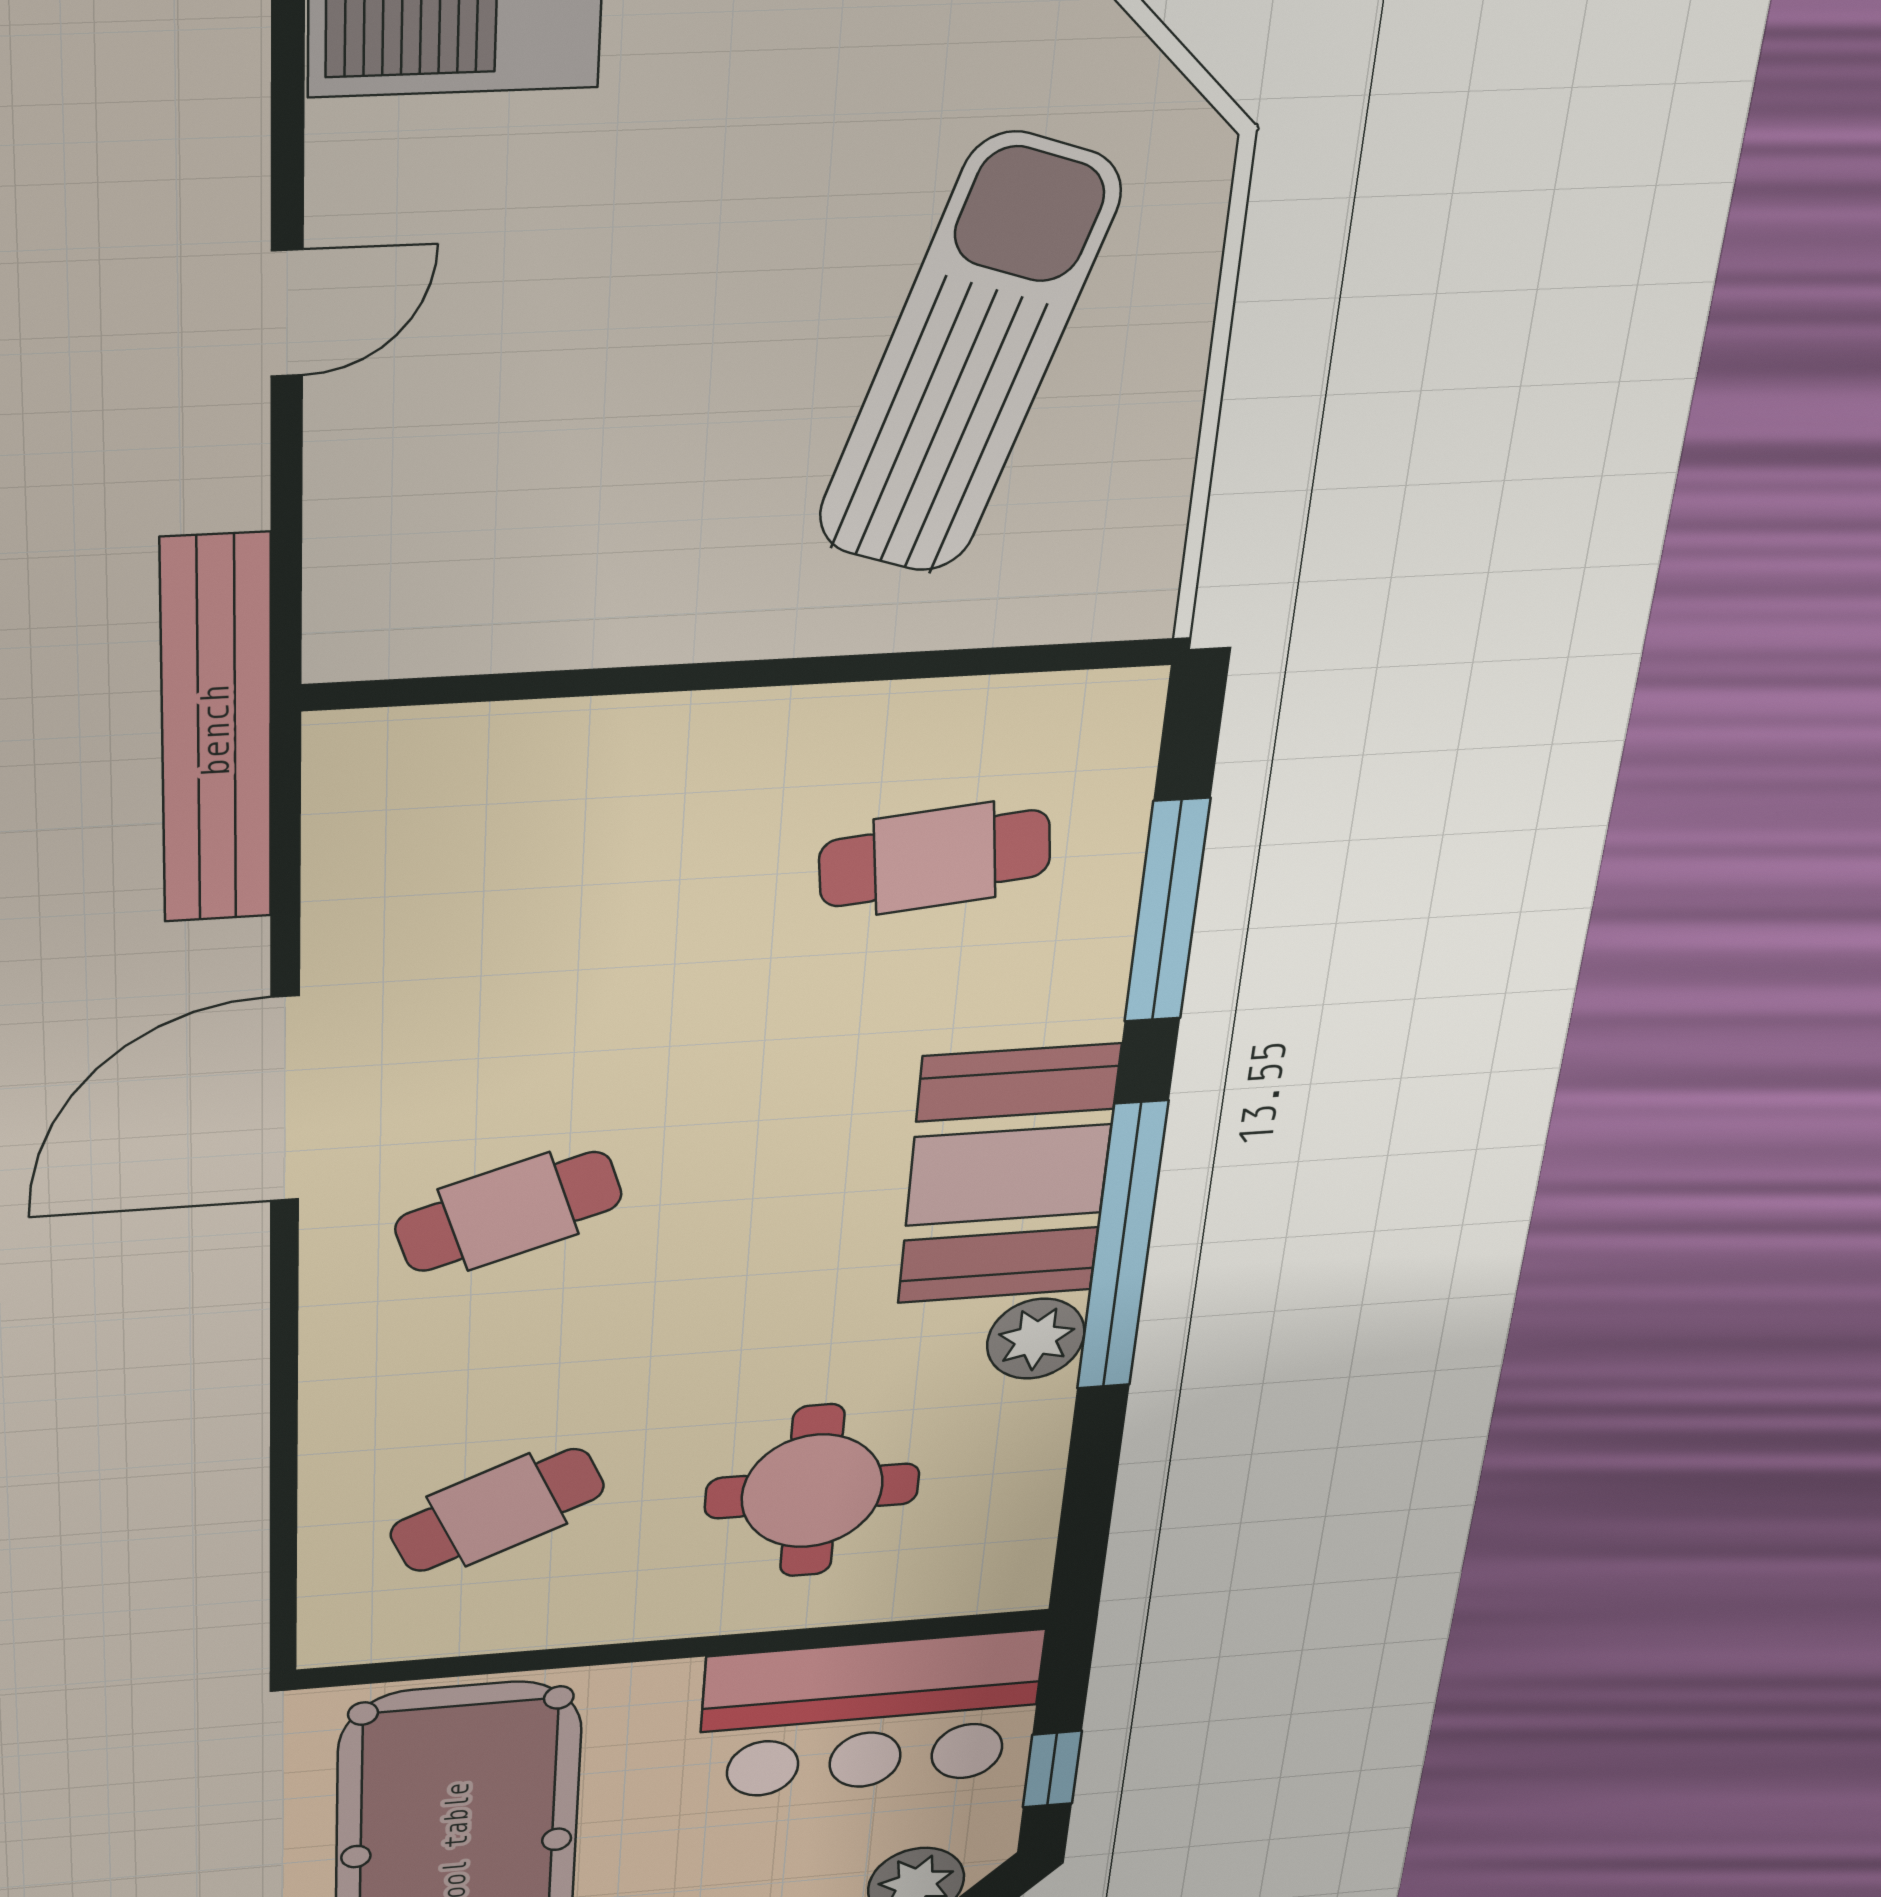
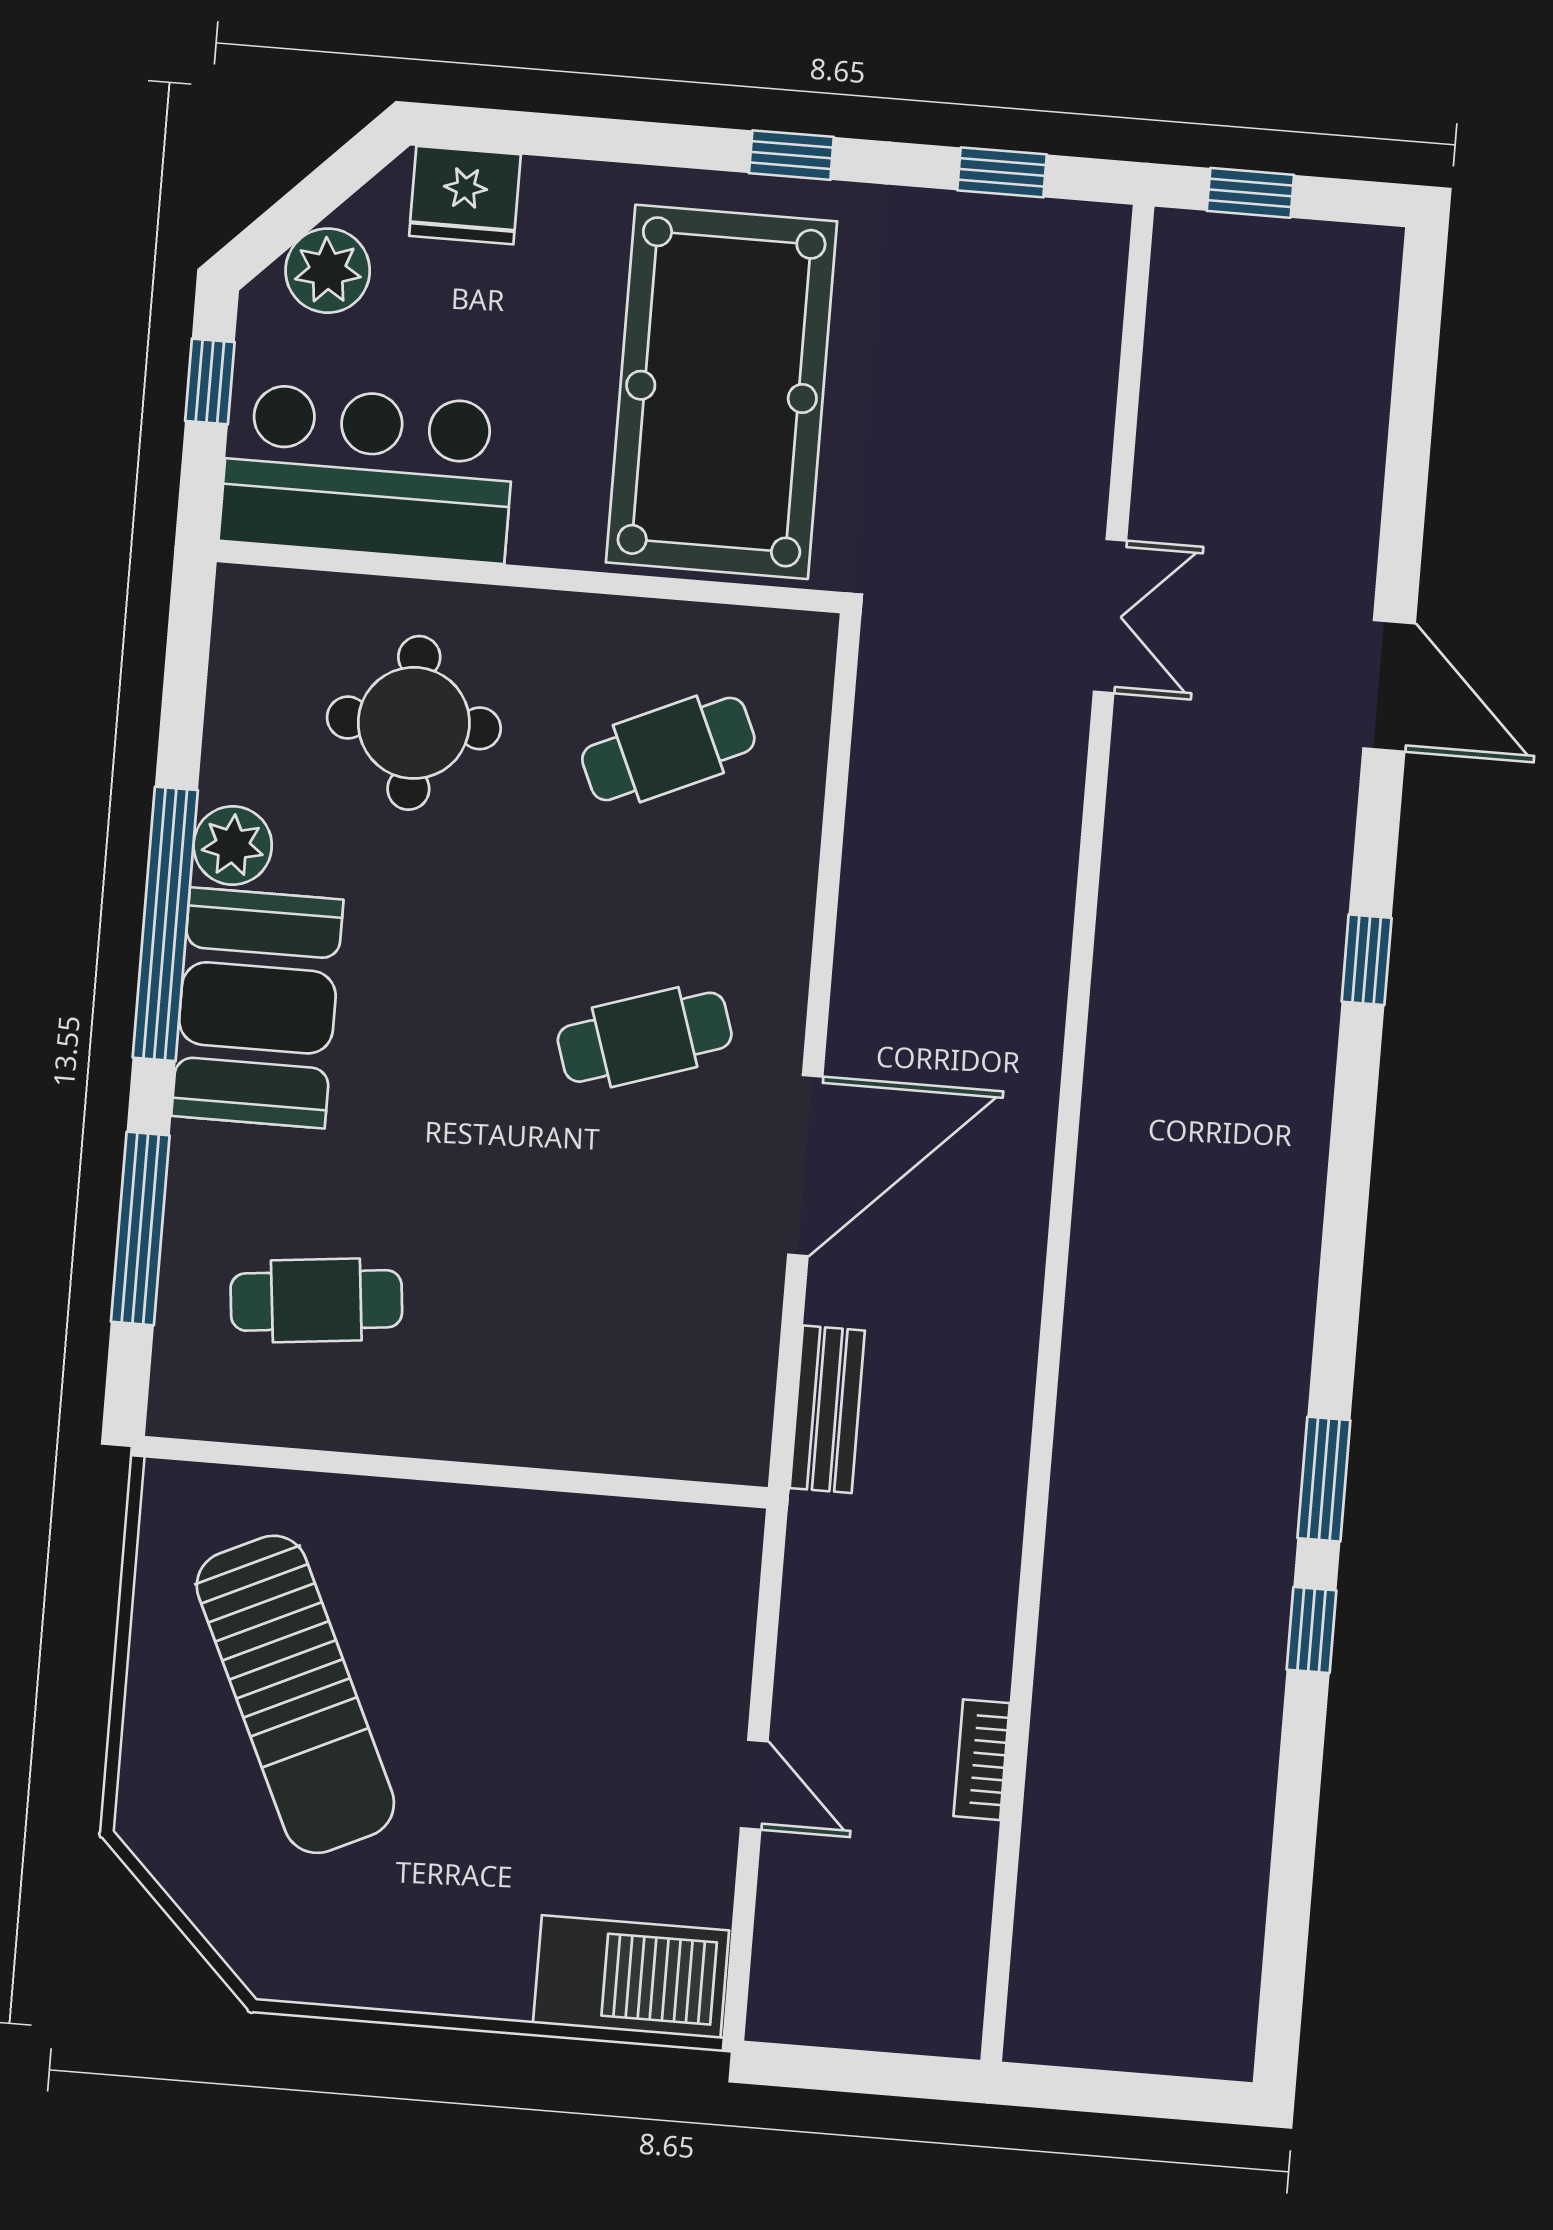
door: (287, 313) -> (754, 1785), swing flipped
sun lounger: (968, 357) -> (295, 1694), turned -43
bench: (216, 731) -> (827, 1409), width x0.54, depth x0.82

